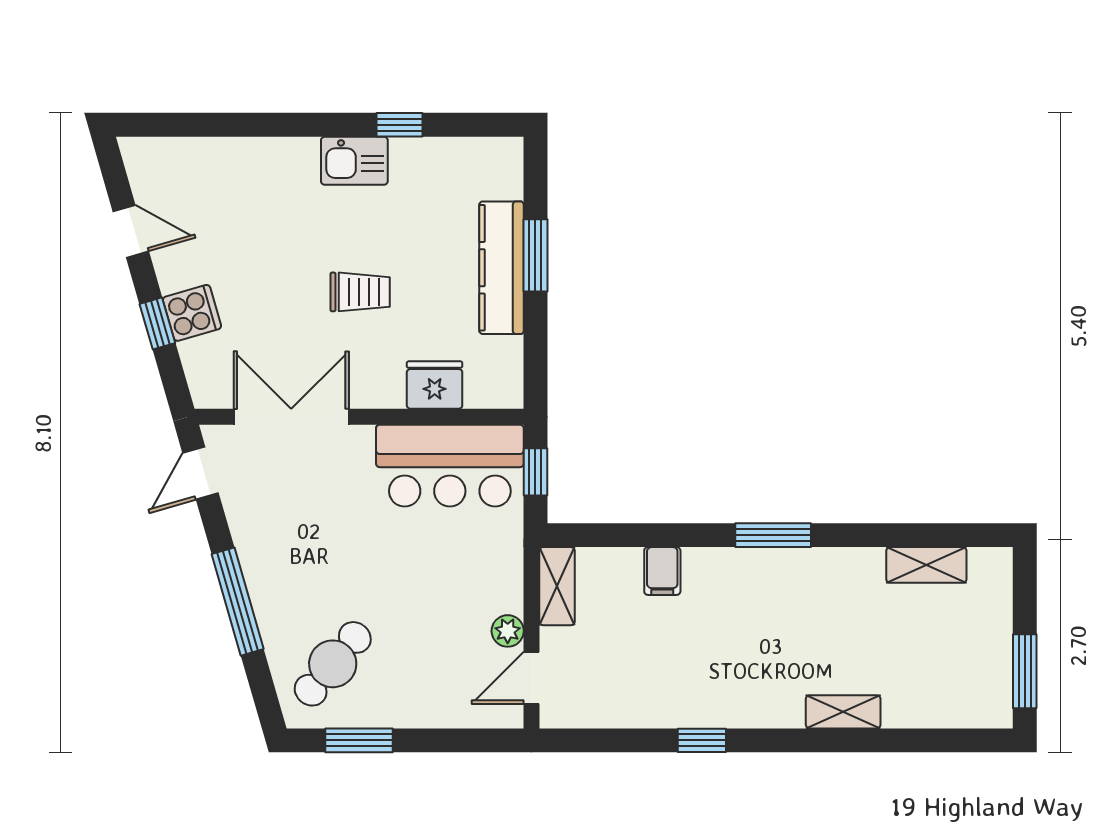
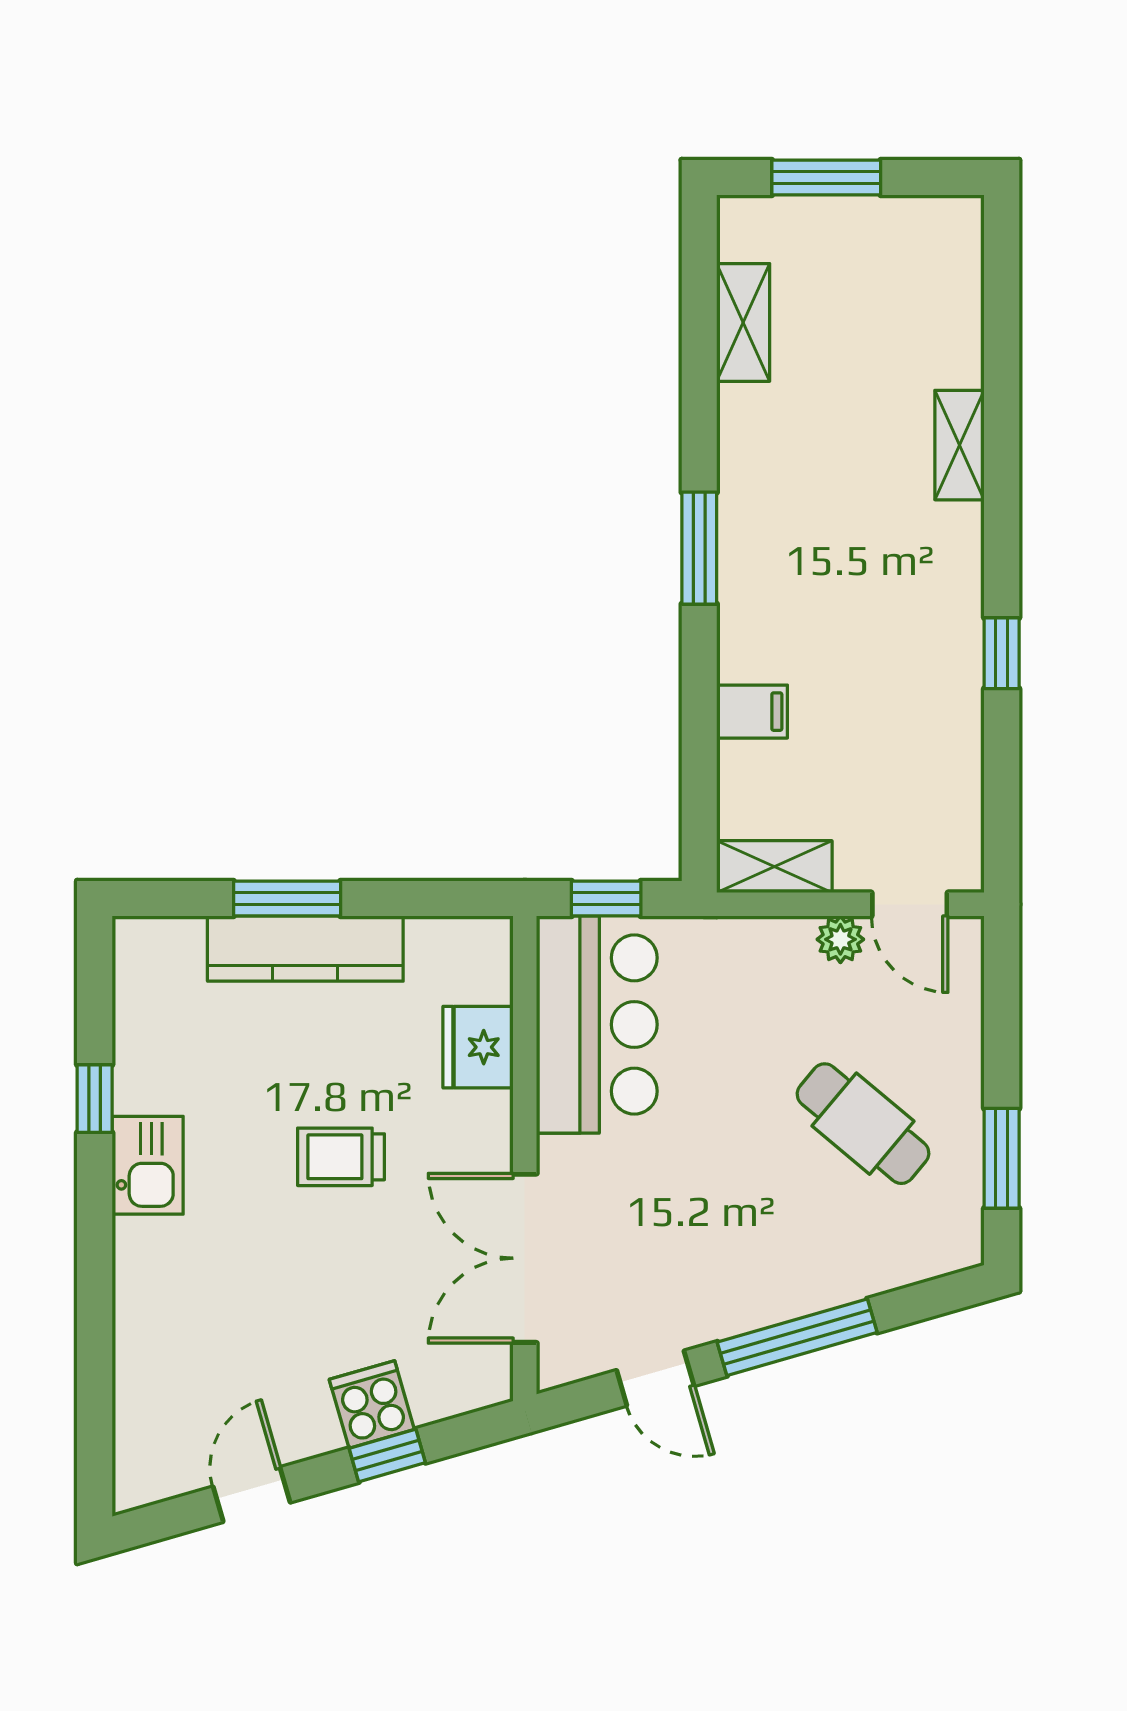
trolley: (360, 292) -> (341, 1157), turned -90
door: (201, 473) -> (655, 1378), moved
cafe table: (333, 664) -> (863, 1124), moved
window: (1025, 671) -> (826, 178), moved

